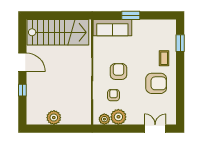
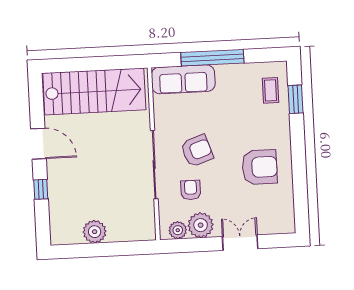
window: (131, 15) -> (212, 58), width x2.11
coffee table: (164, 58) -> (270, 90), moved
armchair: (119, 71) -> (197, 151), turned 71
double door: (155, 129) -> (240, 243), moved

